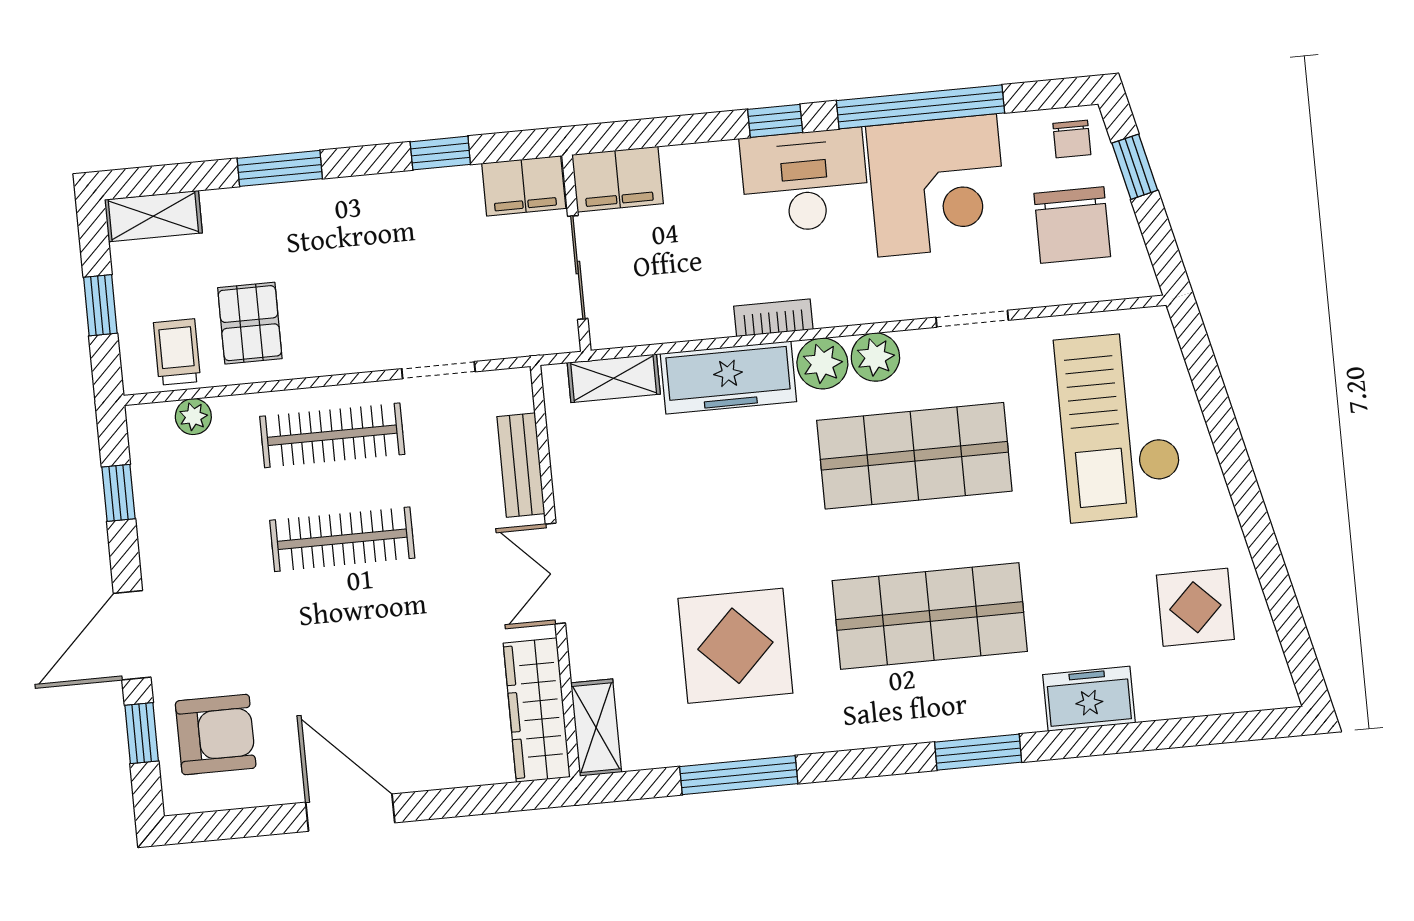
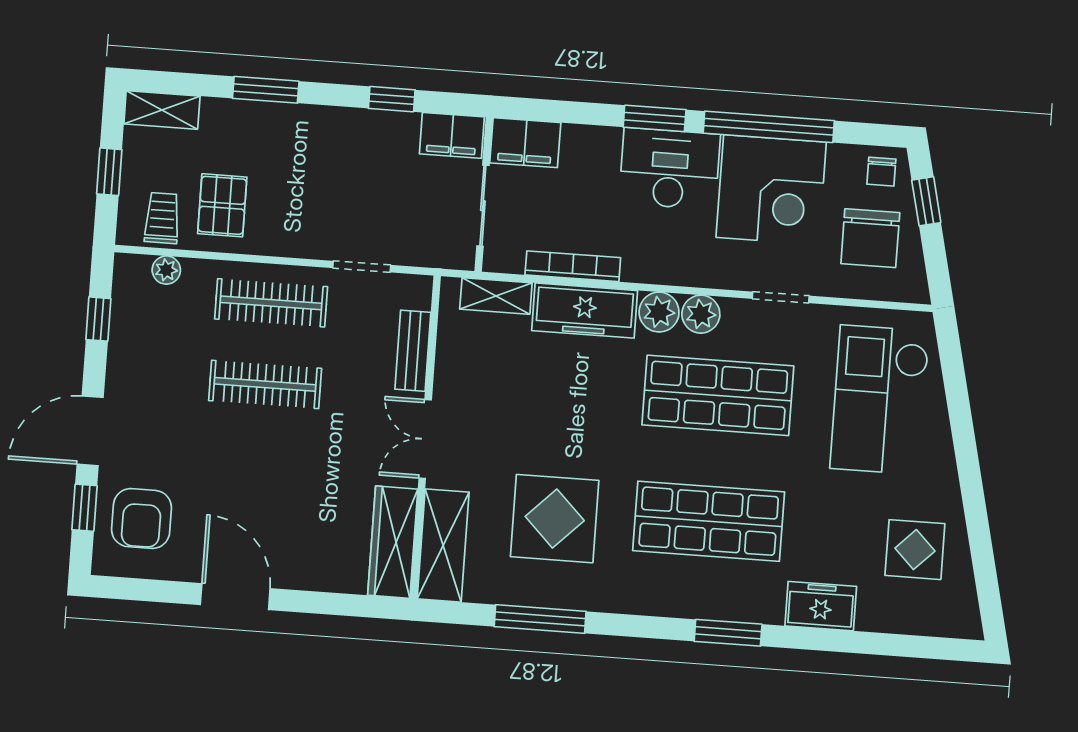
window: (775, 121) -> (655, 118), width x1.50
bookcase: (773, 318) -> (573, 266), moved, width x1.56
shelving: (596, 728) -> (443, 545), width x1.50, depth x1.33
armchair: (216, 735) -> (142, 519), turned 90

